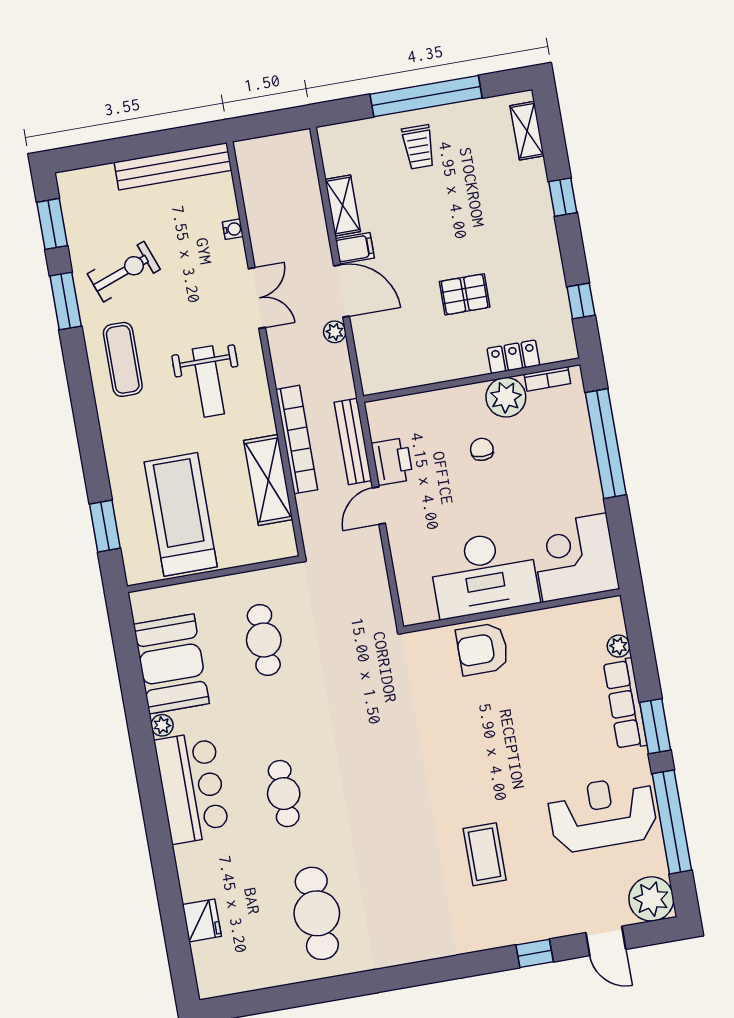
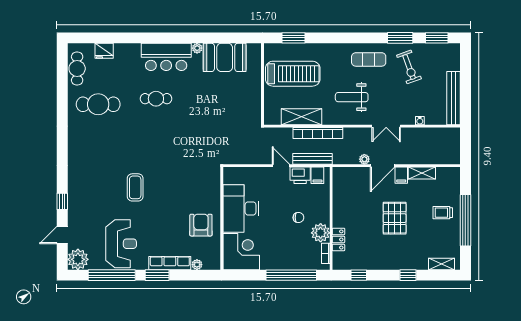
pallet: (465, 294) -> (395, 218), moved, width x1.50, depth x1.42
filing cabinet: (386, 425) -> (317, 175), added
cafe table: (264, 640) -> (77, 68), moved, turned 90
armchair: (482, 649) -> (201, 225), moved
coffee table: (485, 854) -> (135, 187), moved, turned 90

